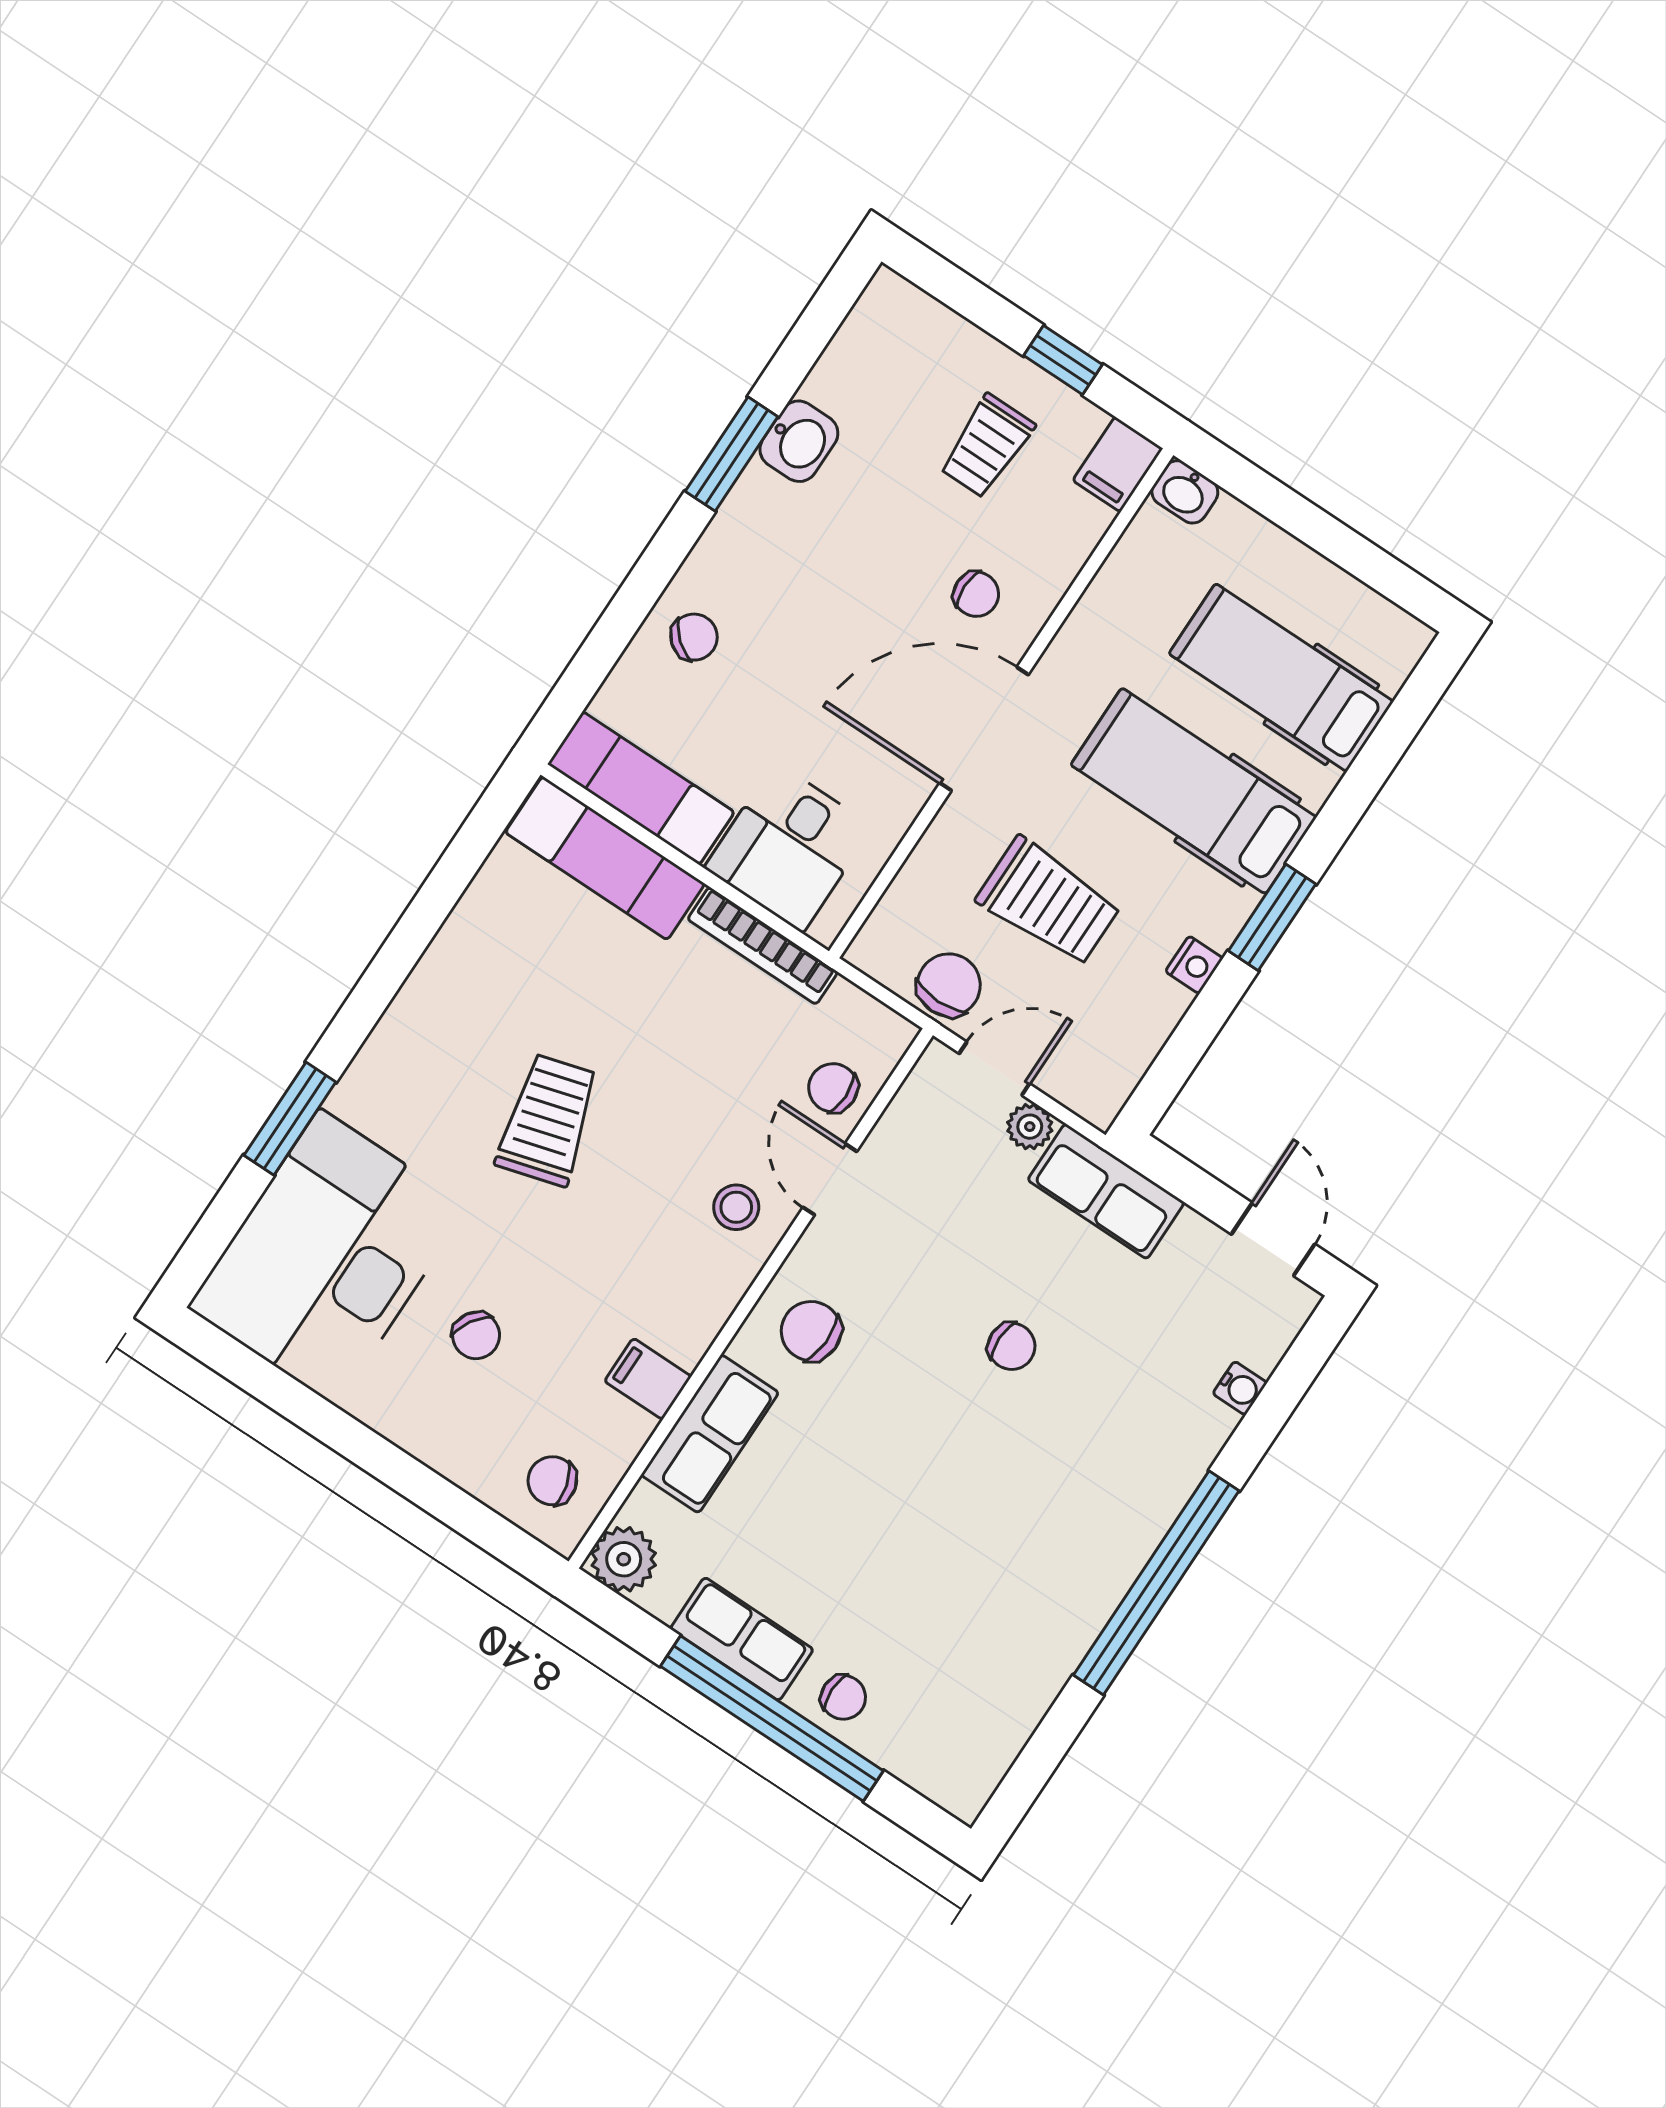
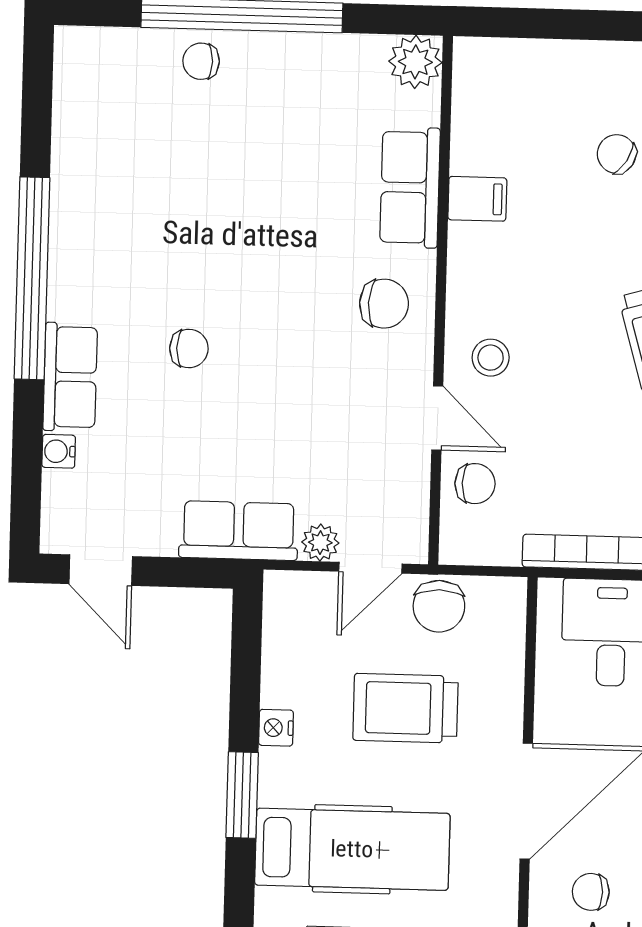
chair: (1012, 1346) -> (189, 348), moved, turned 180
chair: (552, 1481) -> (500, 86), removed
row of seats: (742, 1639) -> (70, 377), moved, turned -90

